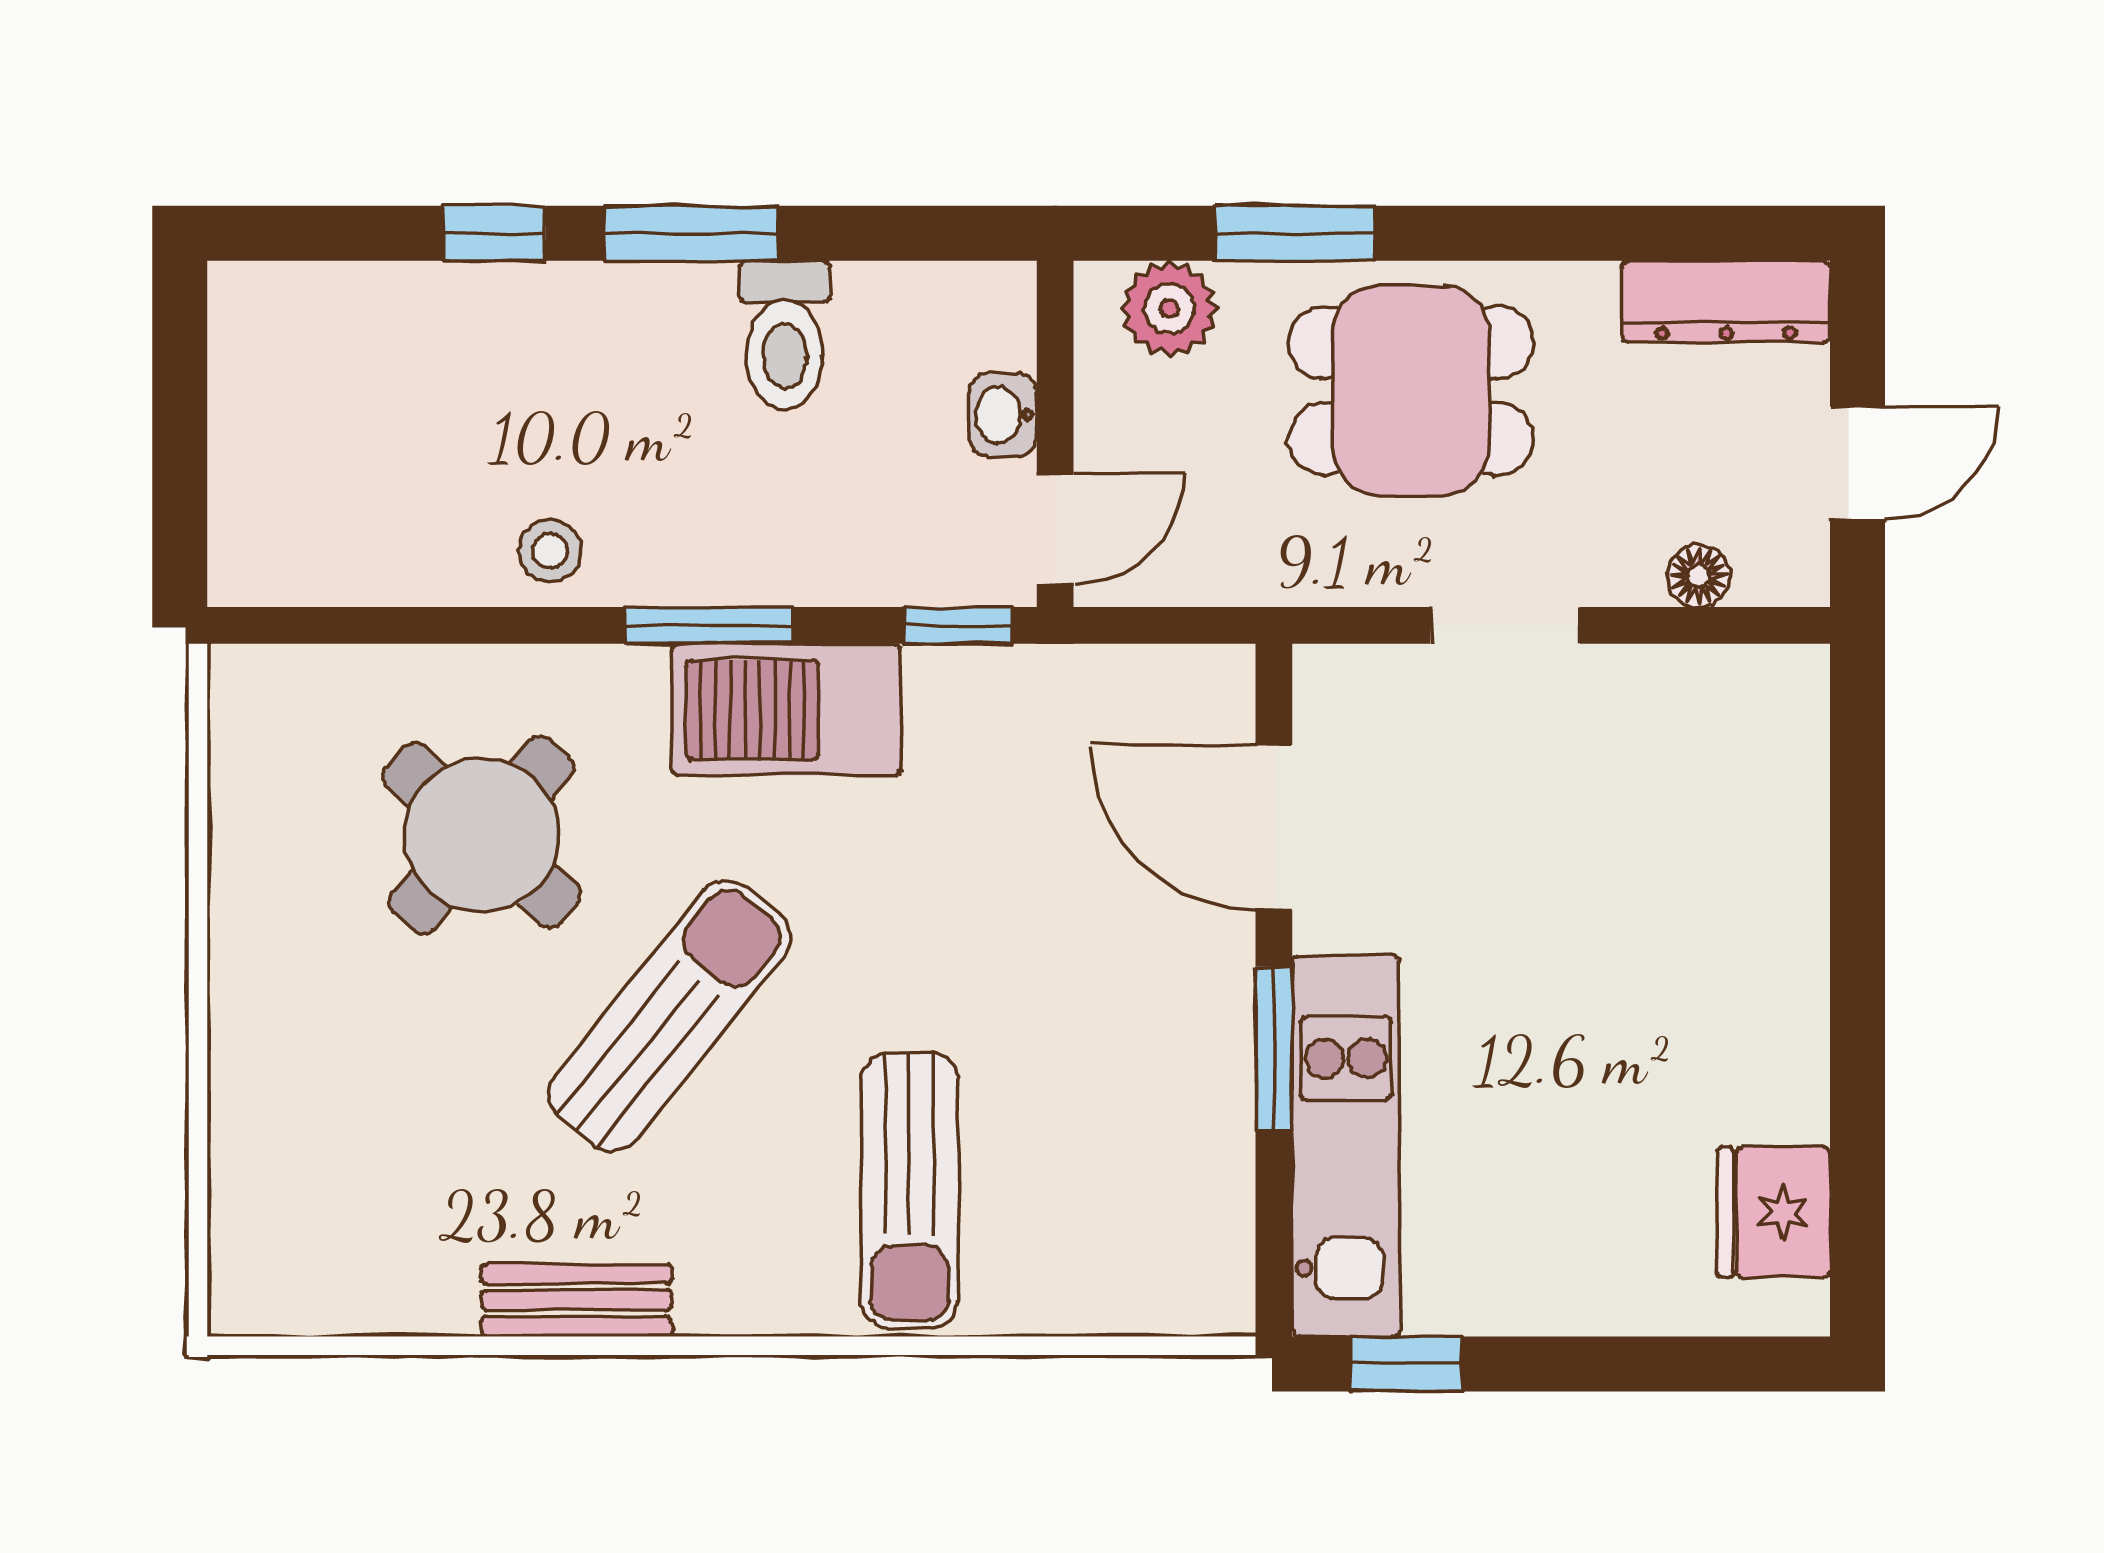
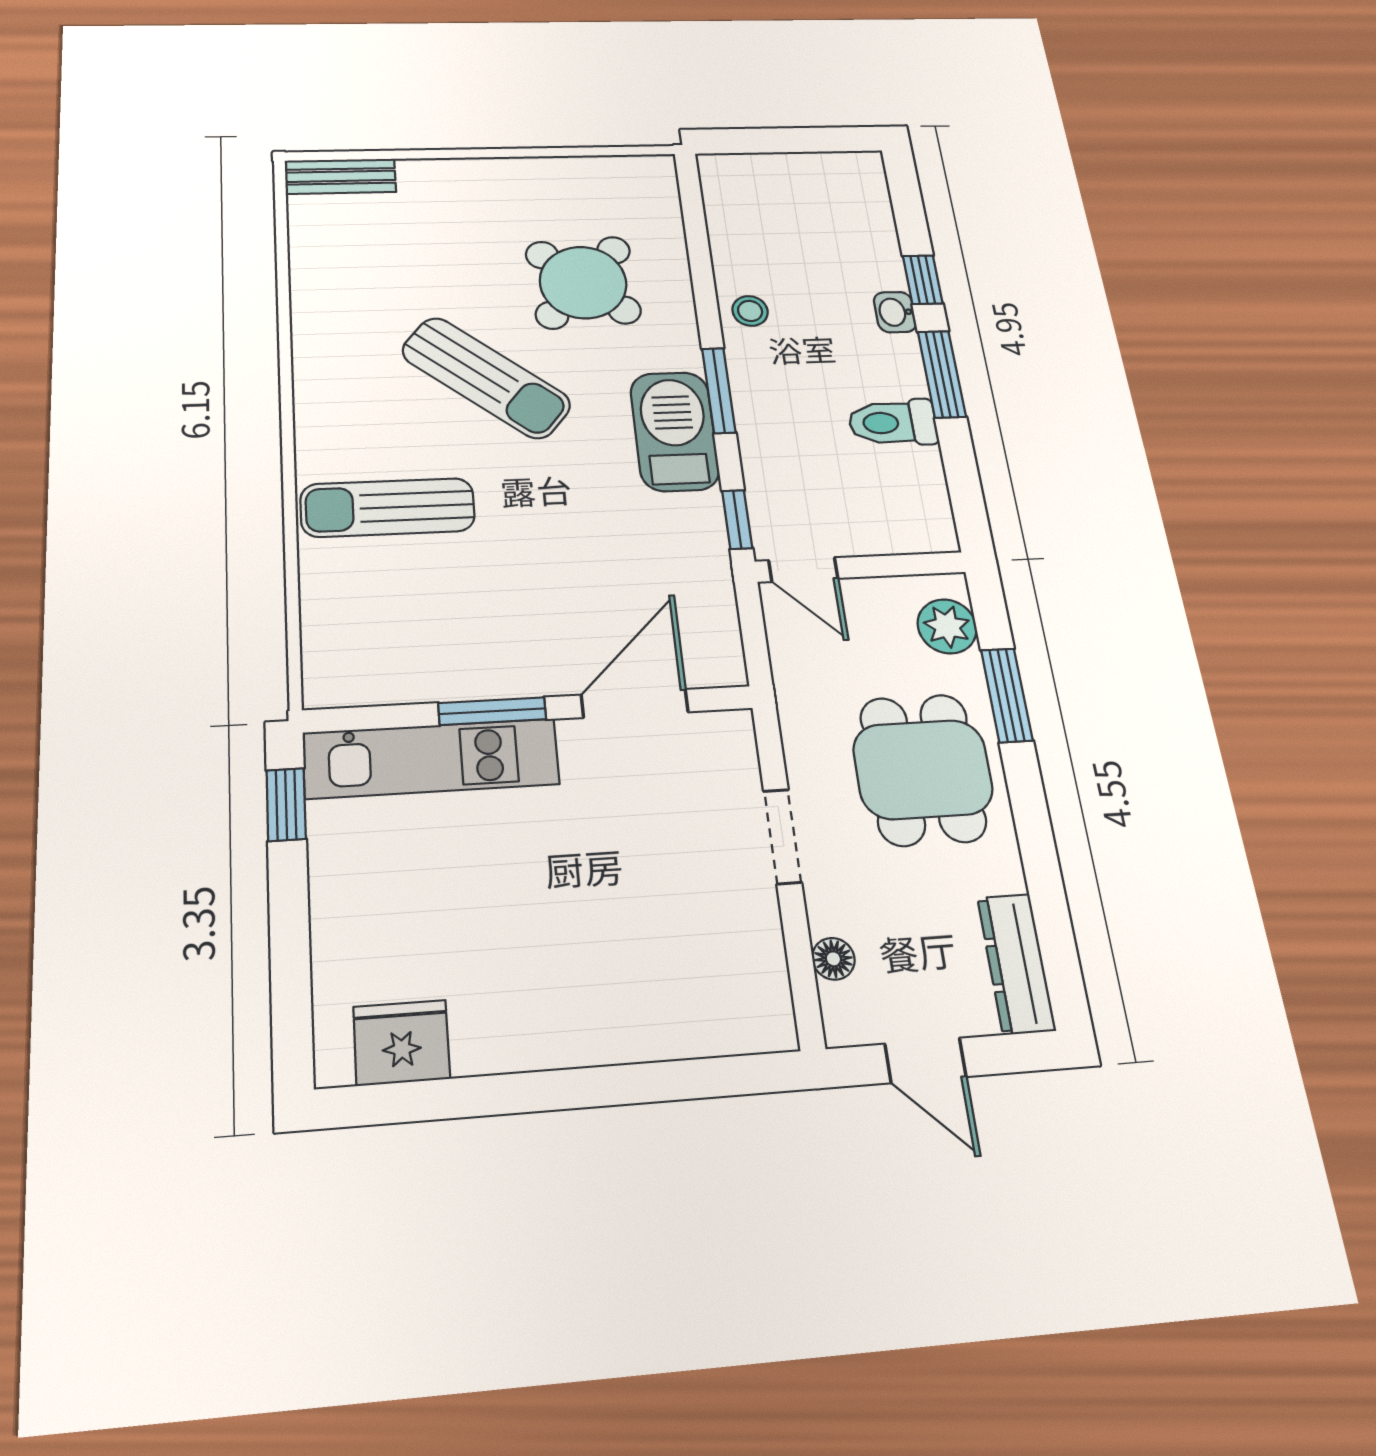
washbasin: (1003, 415) -> (895, 312), moved, turned -90
bench: (577, 1300) -> (340, 176), moved, turned 90

